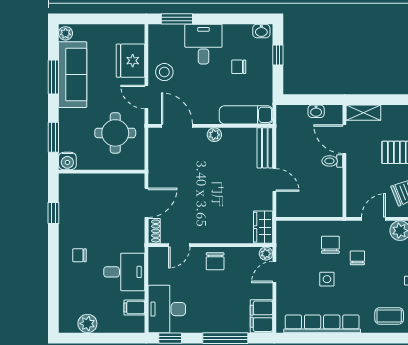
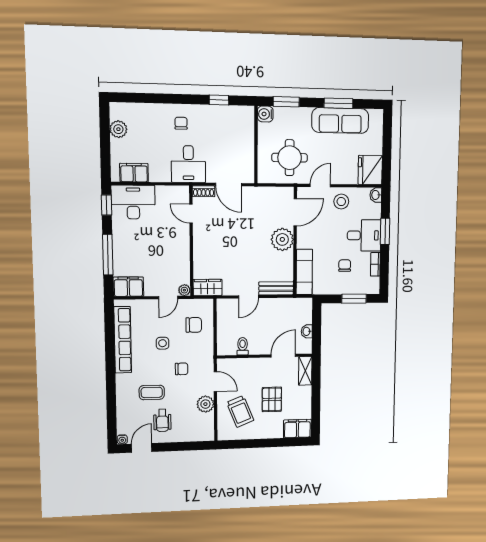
window: (177, 19) -> (385, 231), moved
bookcase: (237, 30) -> (375, 264), added
washbasin: (261, 31) -> (376, 195), moved
plant: (65, 33) -> (375, 115), removed
window: (278, 55) -> (354, 299), width x1.50
fridge: (130, 61) -> (370, 170), moved, turned -90
plant: (214, 135) -> (282, 239), width x1.87, depth x1.87
toilet: (332, 161) -> (243, 346), moved
chair: (330, 245) -> (194, 325), moved
chair: (215, 261) -> (177, 246), removed
desk: (124, 272) -> (188, 164), moved
door: (274, 272) -> (168, 298), swing flipped
filing cabinet: (134, 308) -> (134, 173), width x2.00
coffee table: (389, 316) -> (152, 392), moved, turned 90

